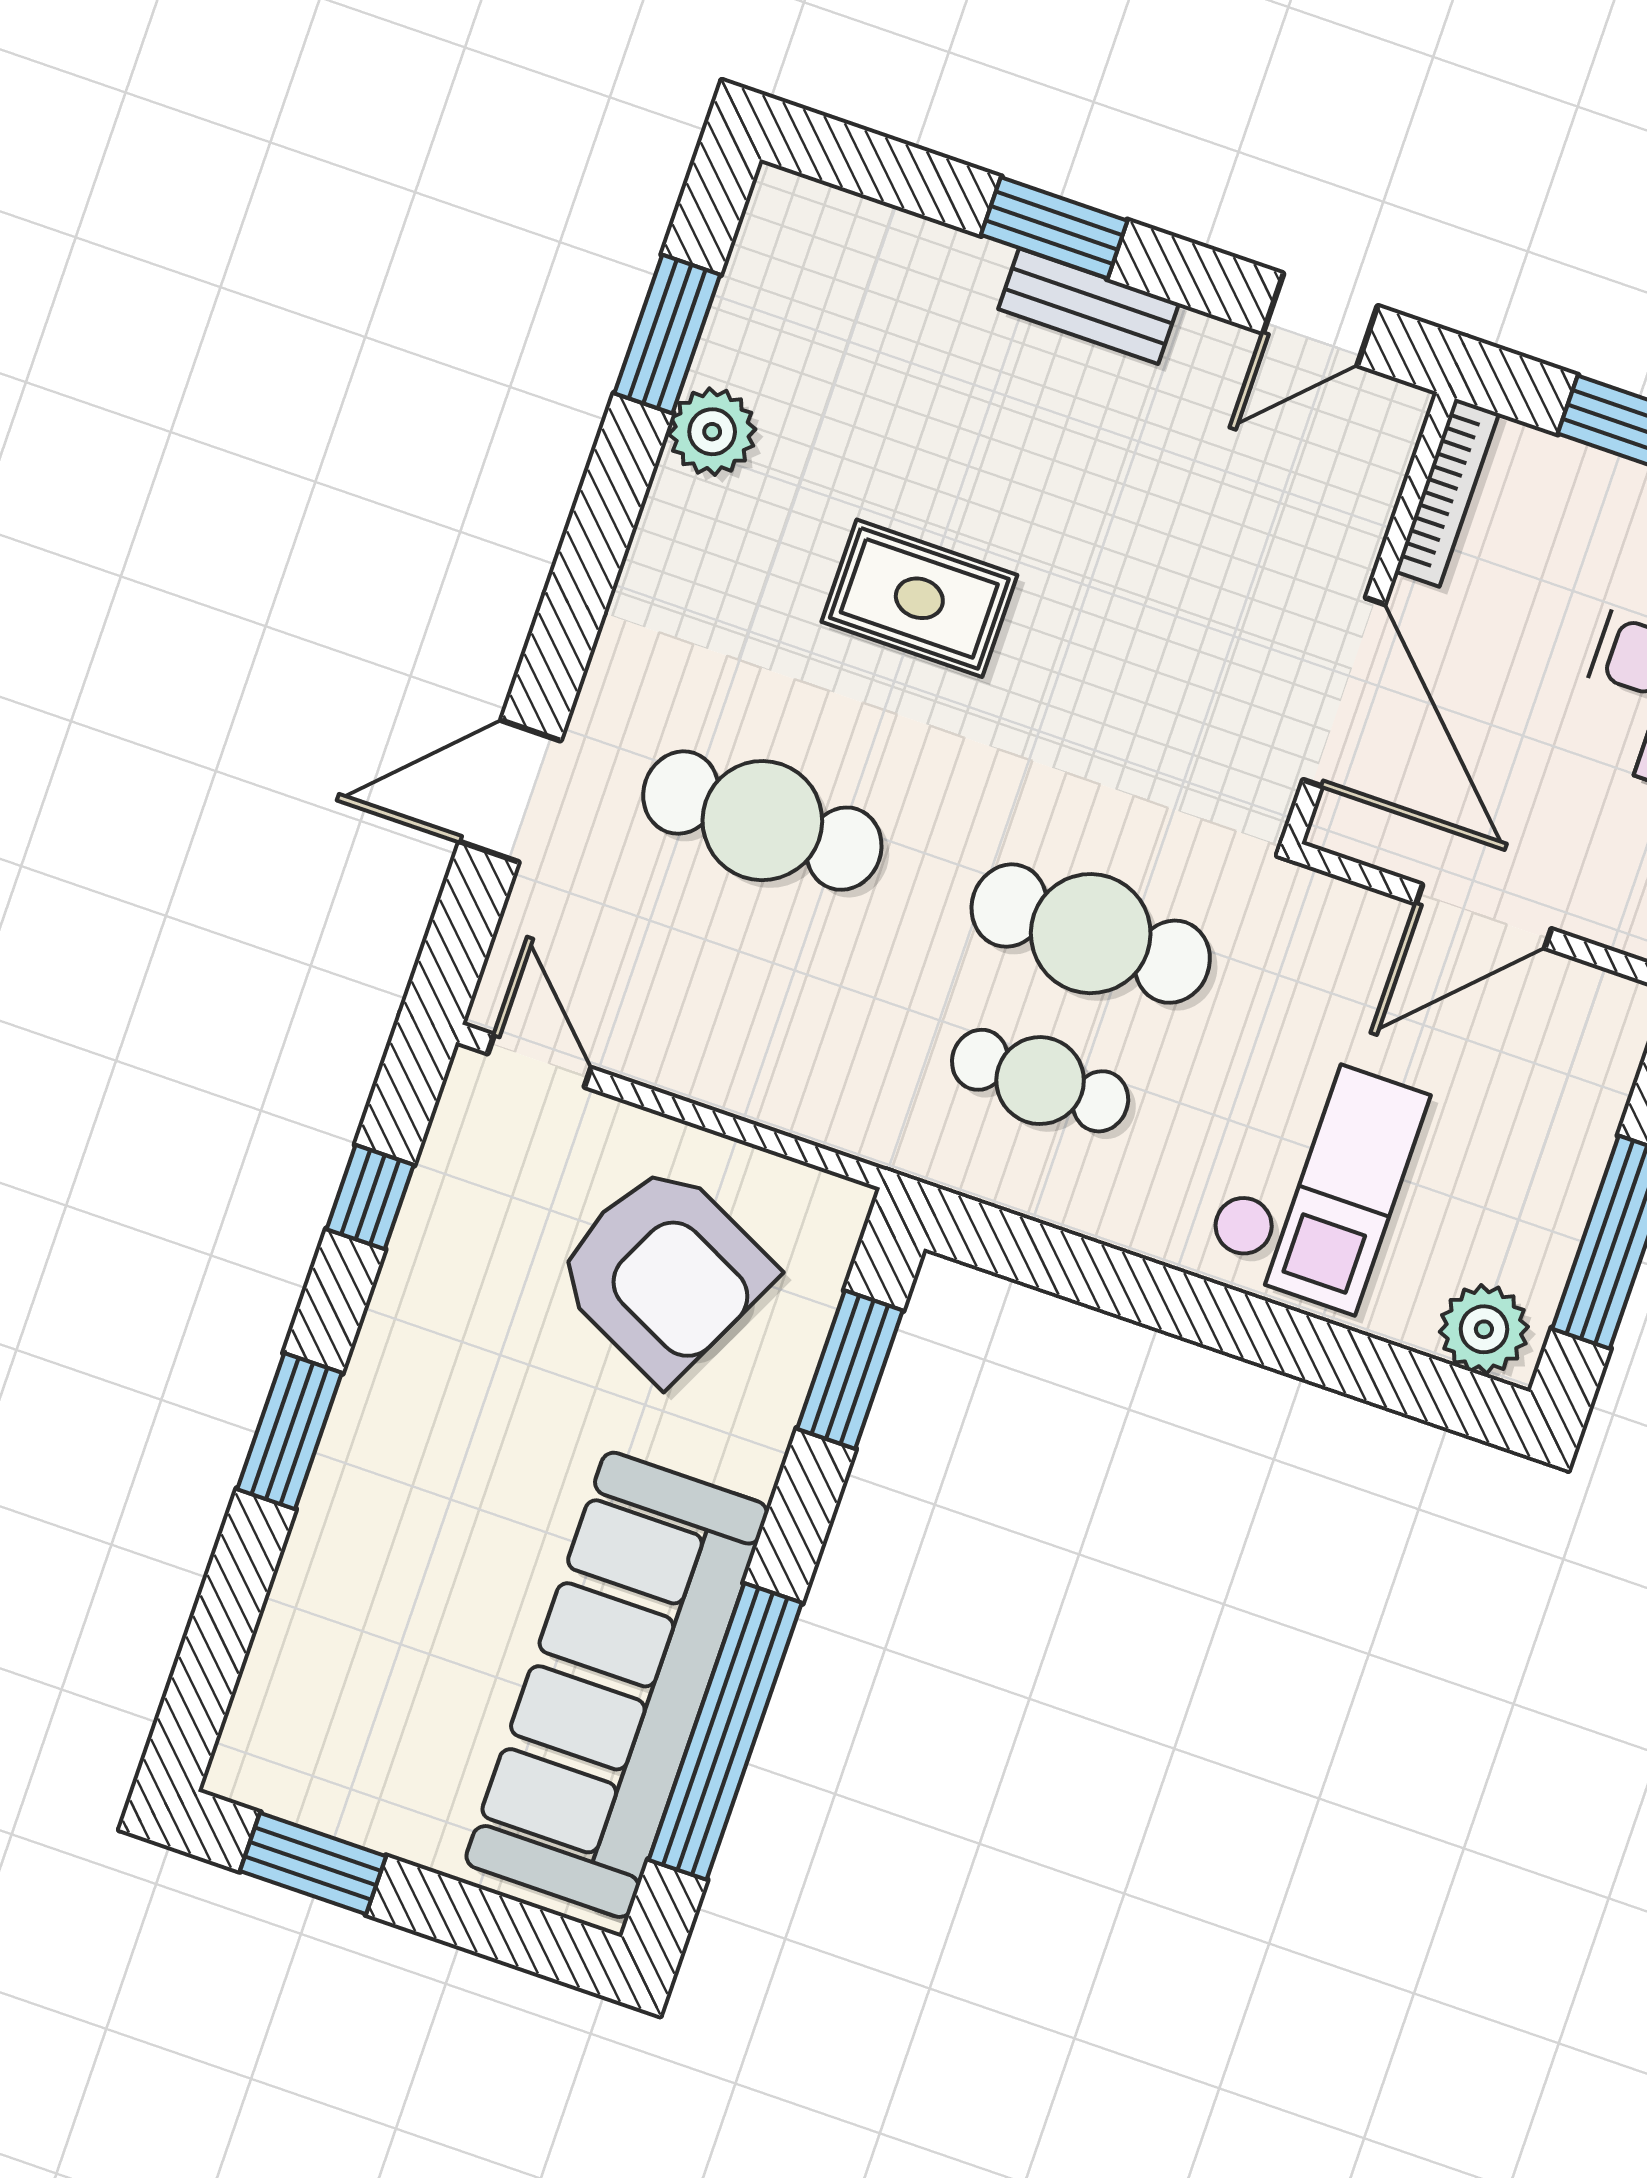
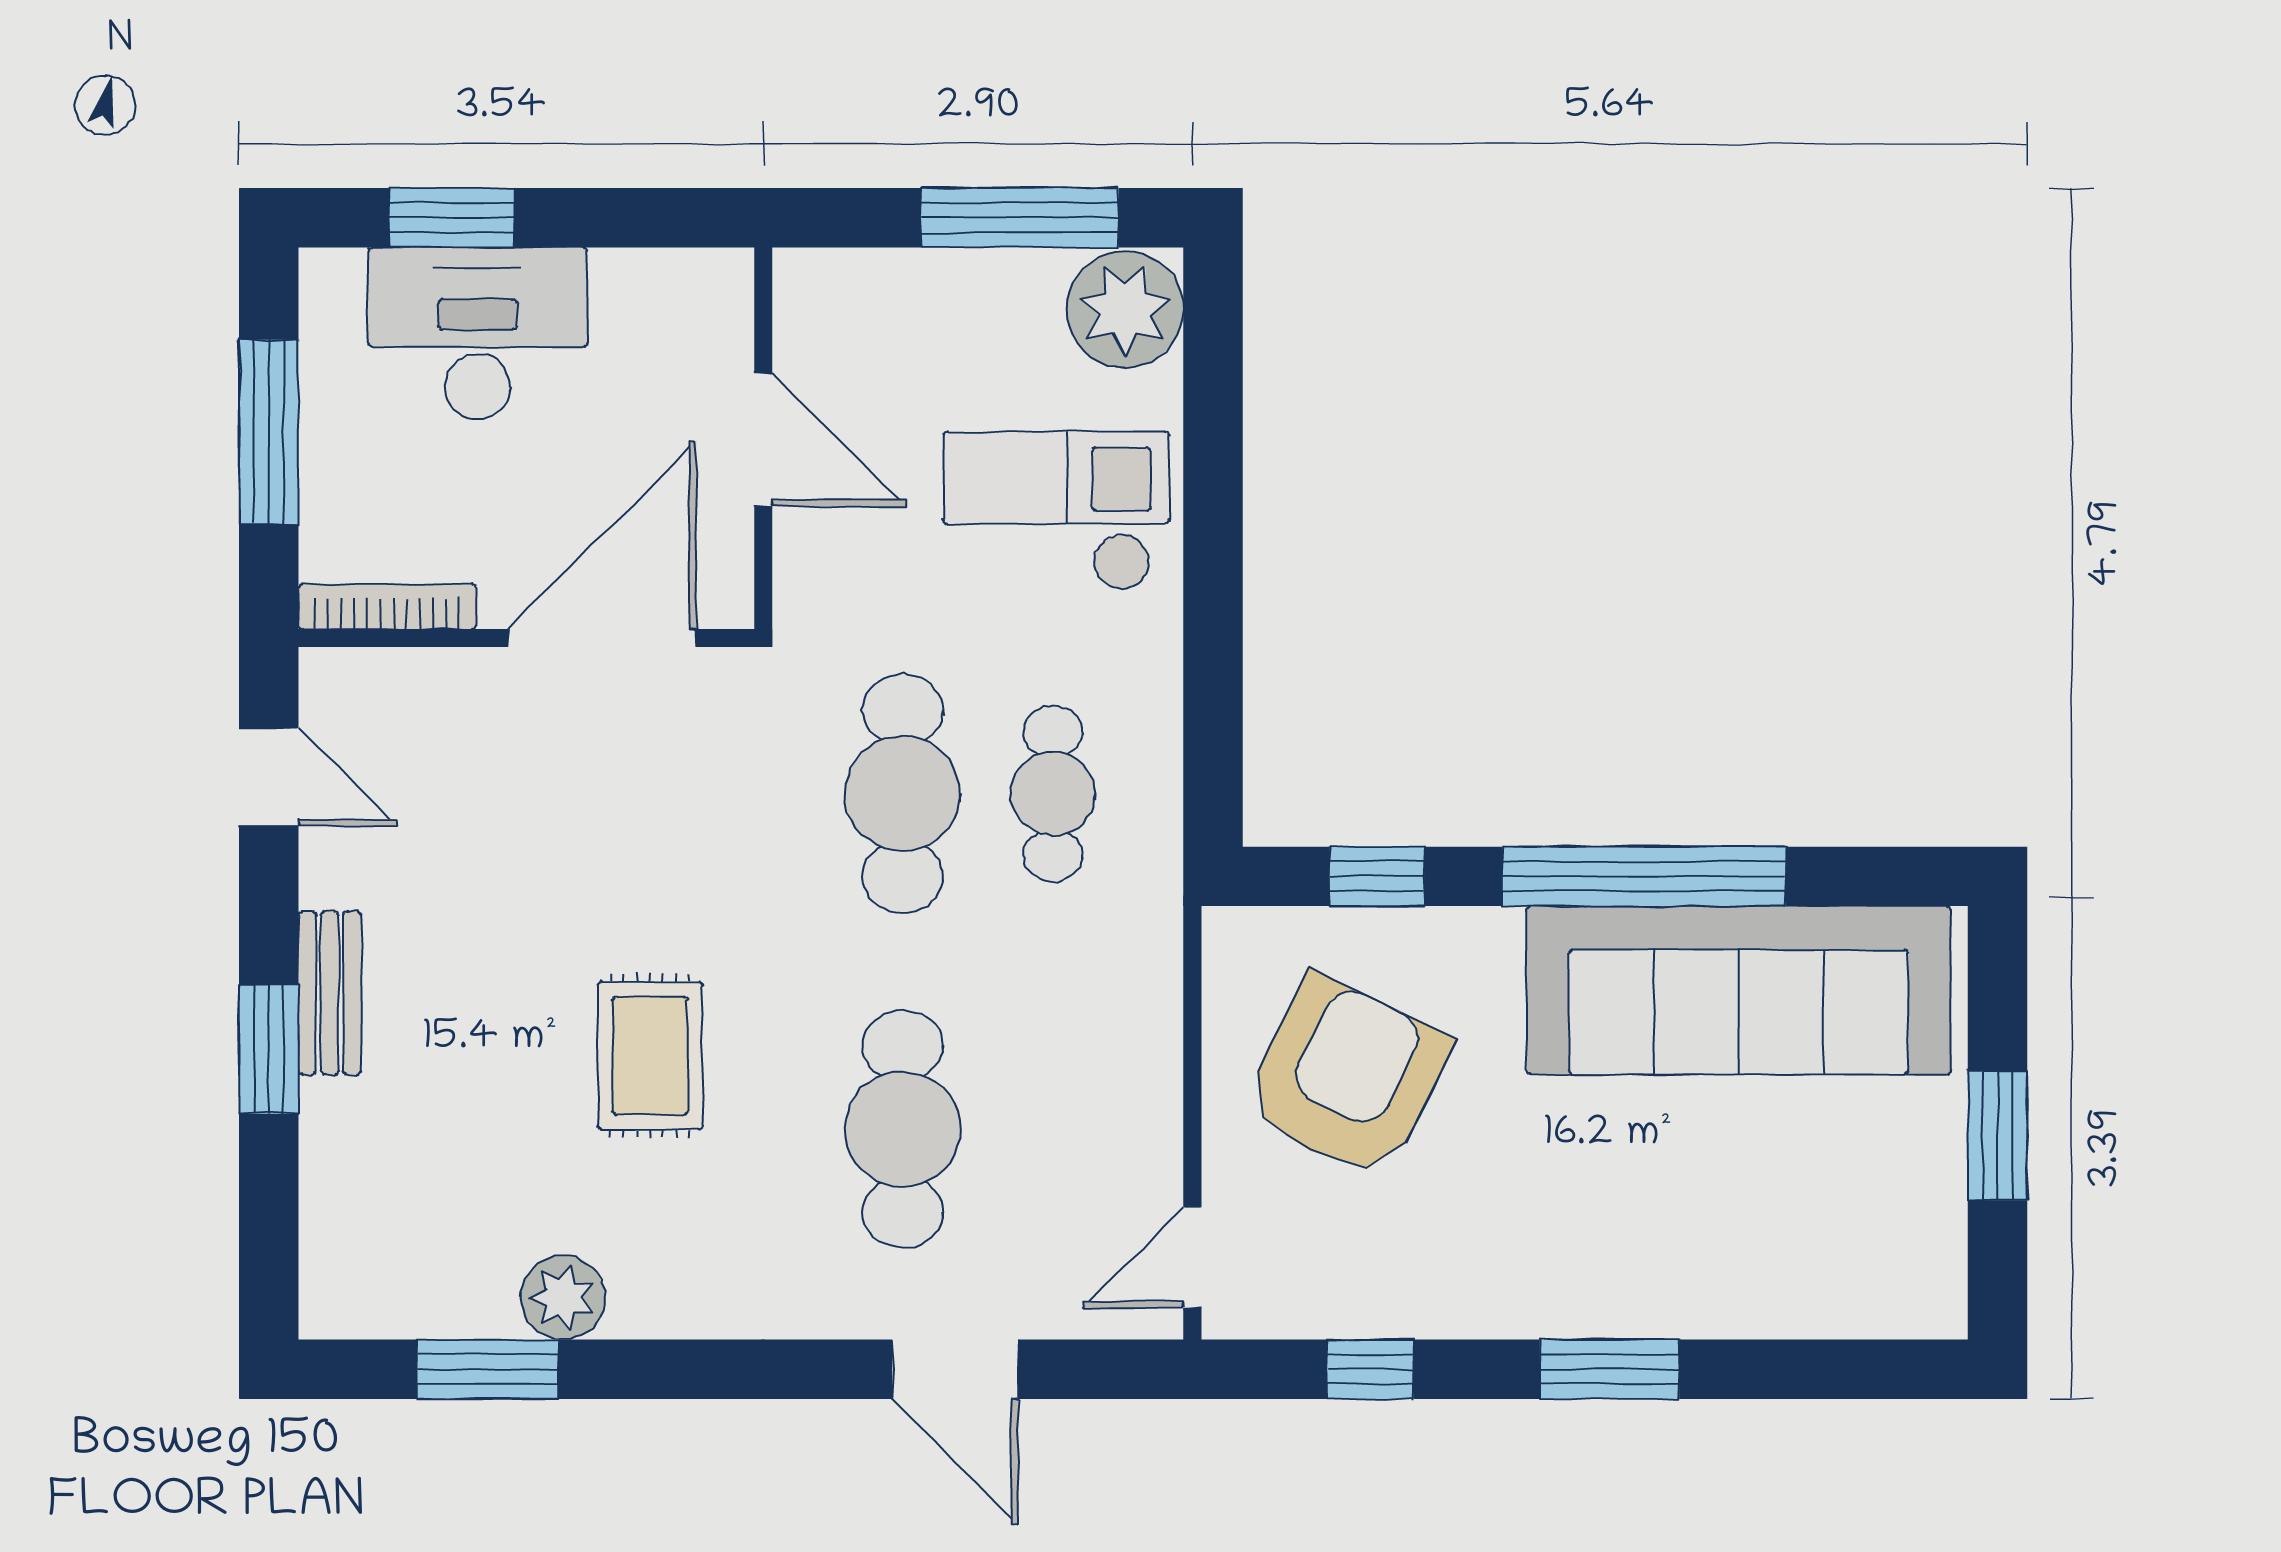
plant: (1484, 1329) -> (1125, 309), width x1.36, depth x1.36
window: (850, 1370) -> (1377, 876), width x0.67
window: (725, 1731) -> (1644, 876), moved
window: (313, 1864) -> (1998, 1136), moved

